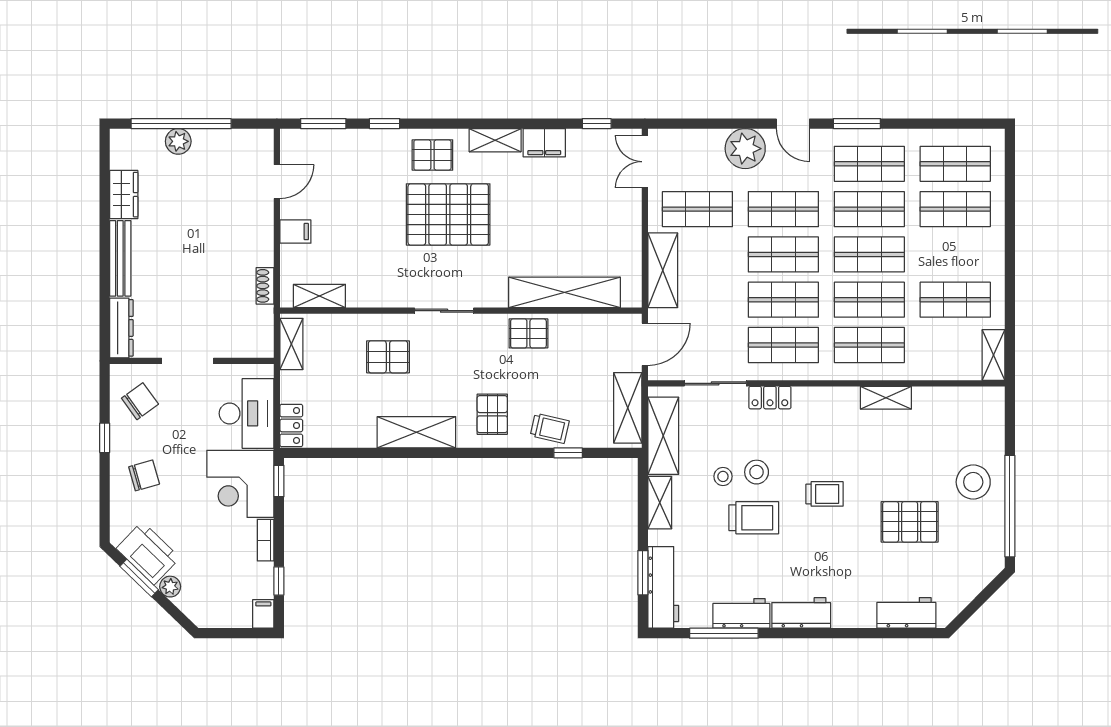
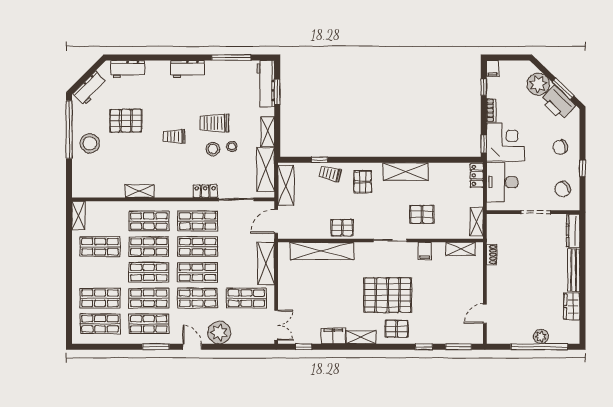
filing cabinet: (295, 232) -> (425, 251), moved, turned -90
plant: (170, 587) -> (538, 84), width x1.88, depth x1.88
workbench: (741, 613) -> (90, 88), moved, turned -45

